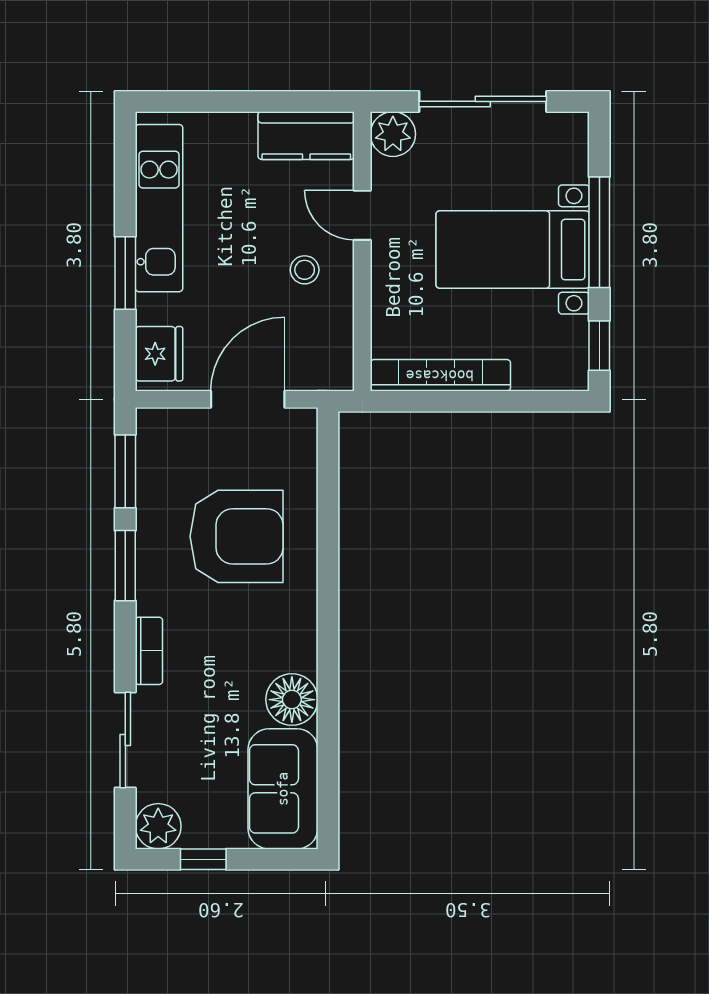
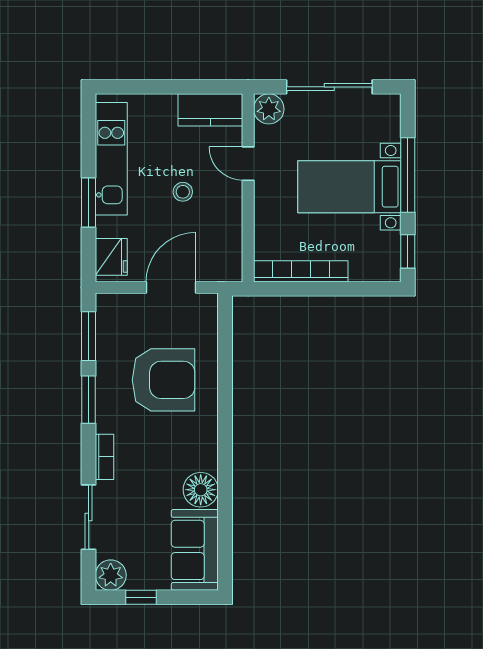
stool: (305, 270) -> (183, 192), moved

